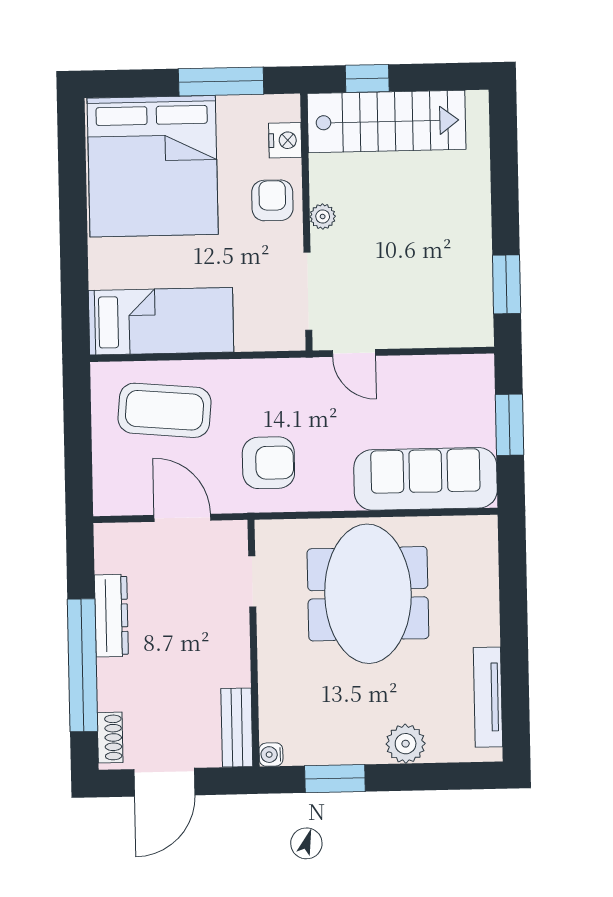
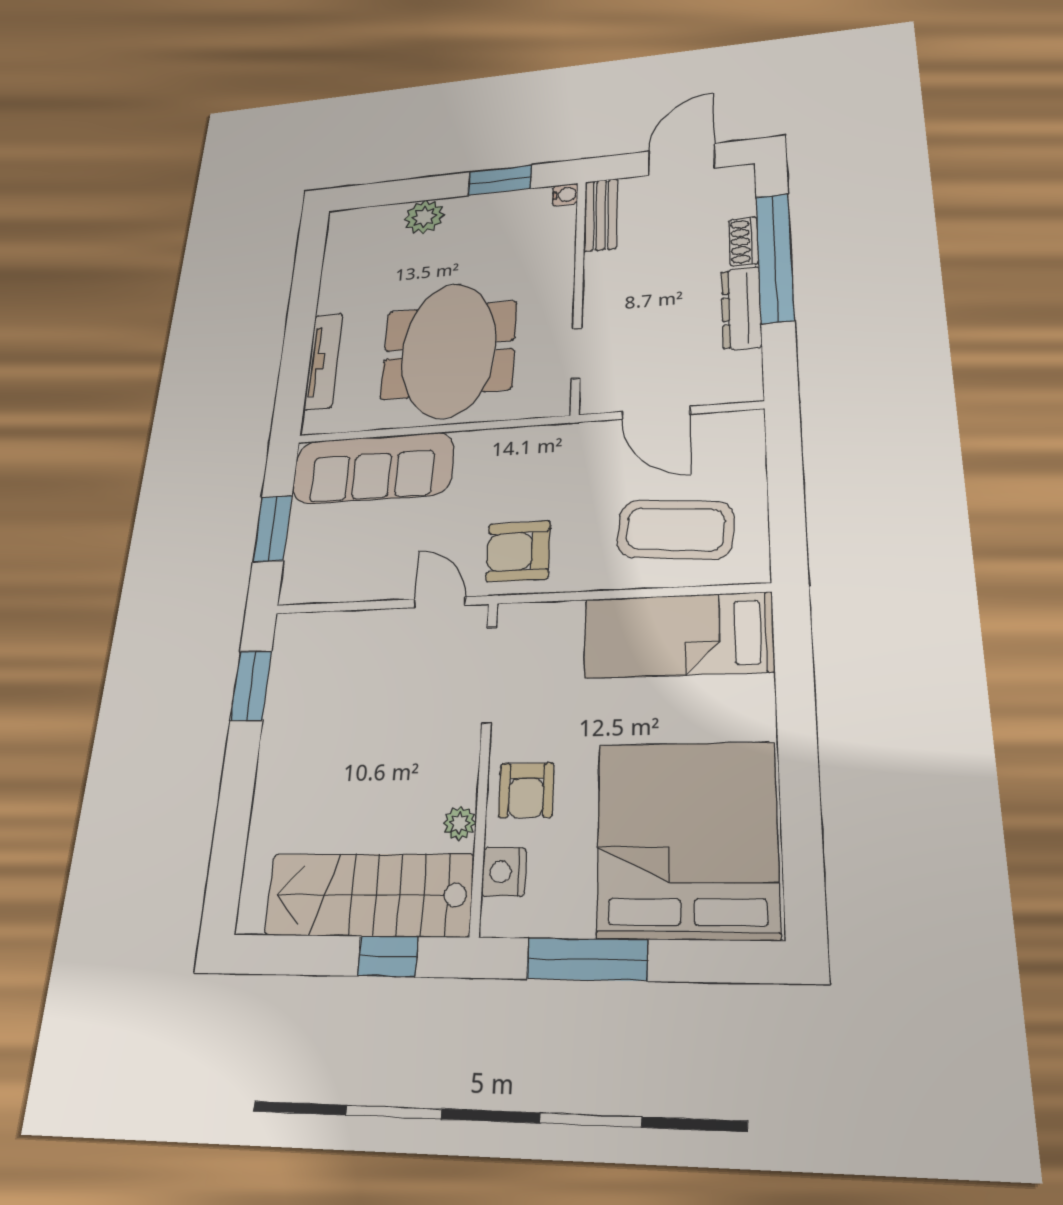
plant: (323, 217) -> (459, 823), moved
armchair: (268, 463) -> (518, 551), moved
tv unit: (488, 697) -> (323, 361), moved
shoe rack: (110, 738) -> (744, 241), moved

